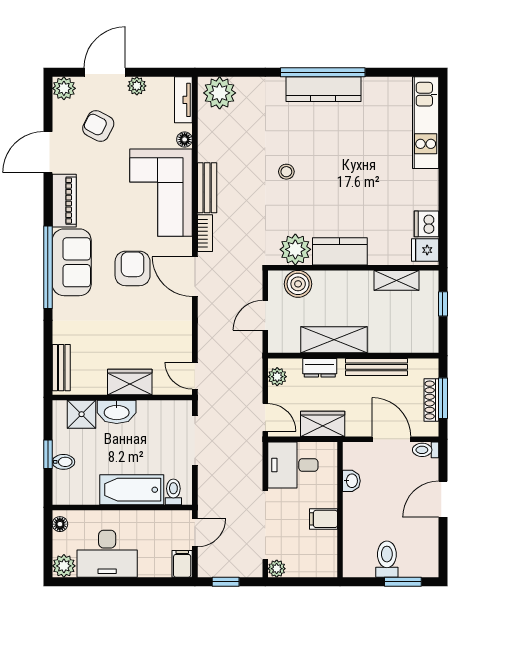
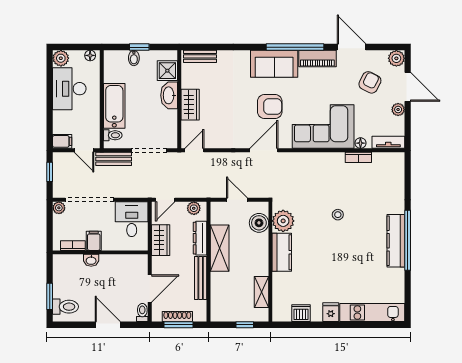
plant: (220, 93) -> (393, 168), removed
bench: (207, 188) -> (114, 159), moved
bookcase: (205, 233) -> (358, 157), moved
fridge: (425, 250) -> (331, 312), moved
window: (48, 267) -> (295, 47), moved
dresser: (320, 368) -> (200, 238), width x1.44
washbasin: (351, 481) -> (91, 260), moved
bookcase: (330, 549) -> (73, 246), added
toilet: (387, 559) -> (65, 307), moved

